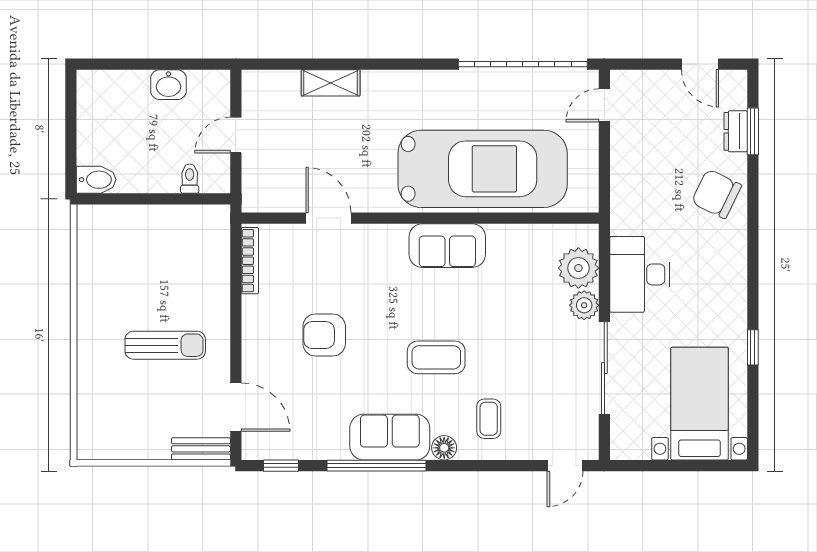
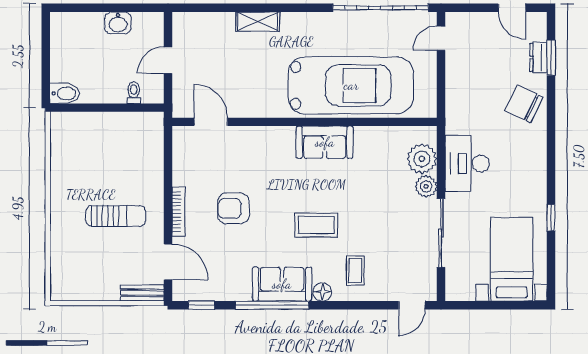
shelving: (331, 83) -> (258, 22), moved
door: (328, 218) -> (211, 122), moved
bookcase: (250, 261) -> (178, 211), moved

